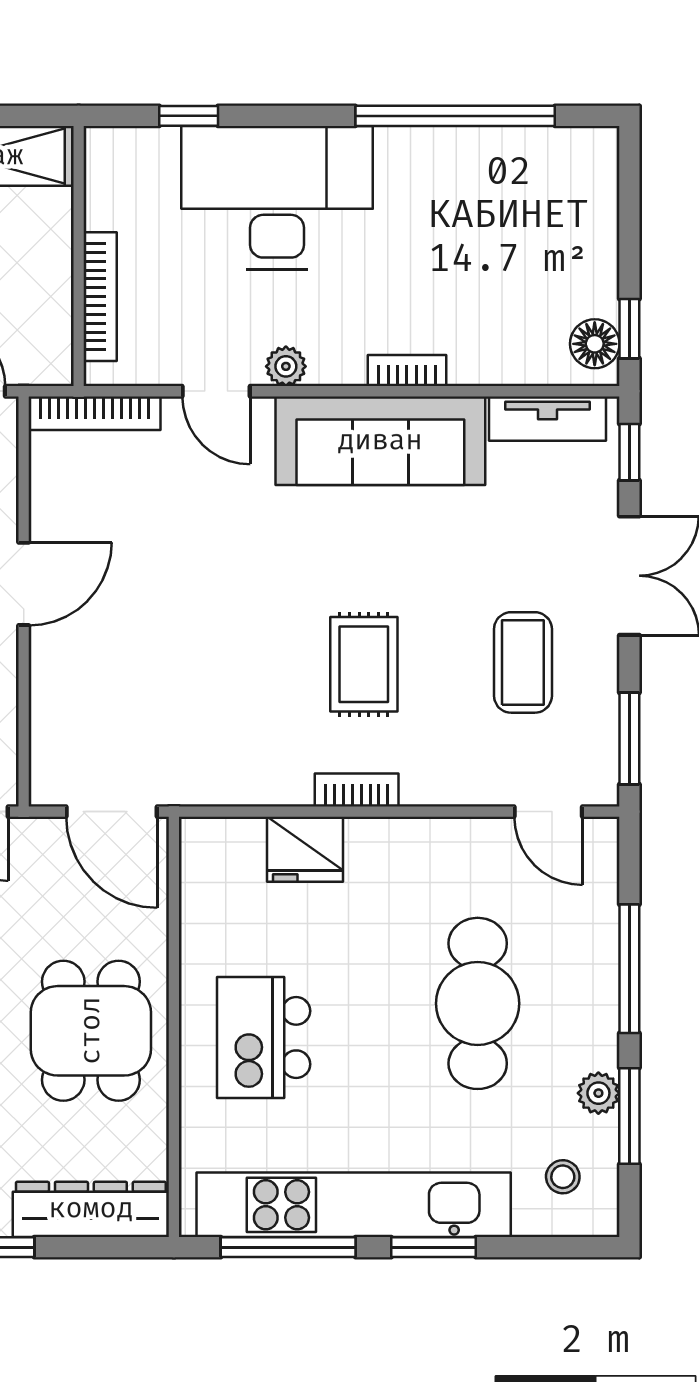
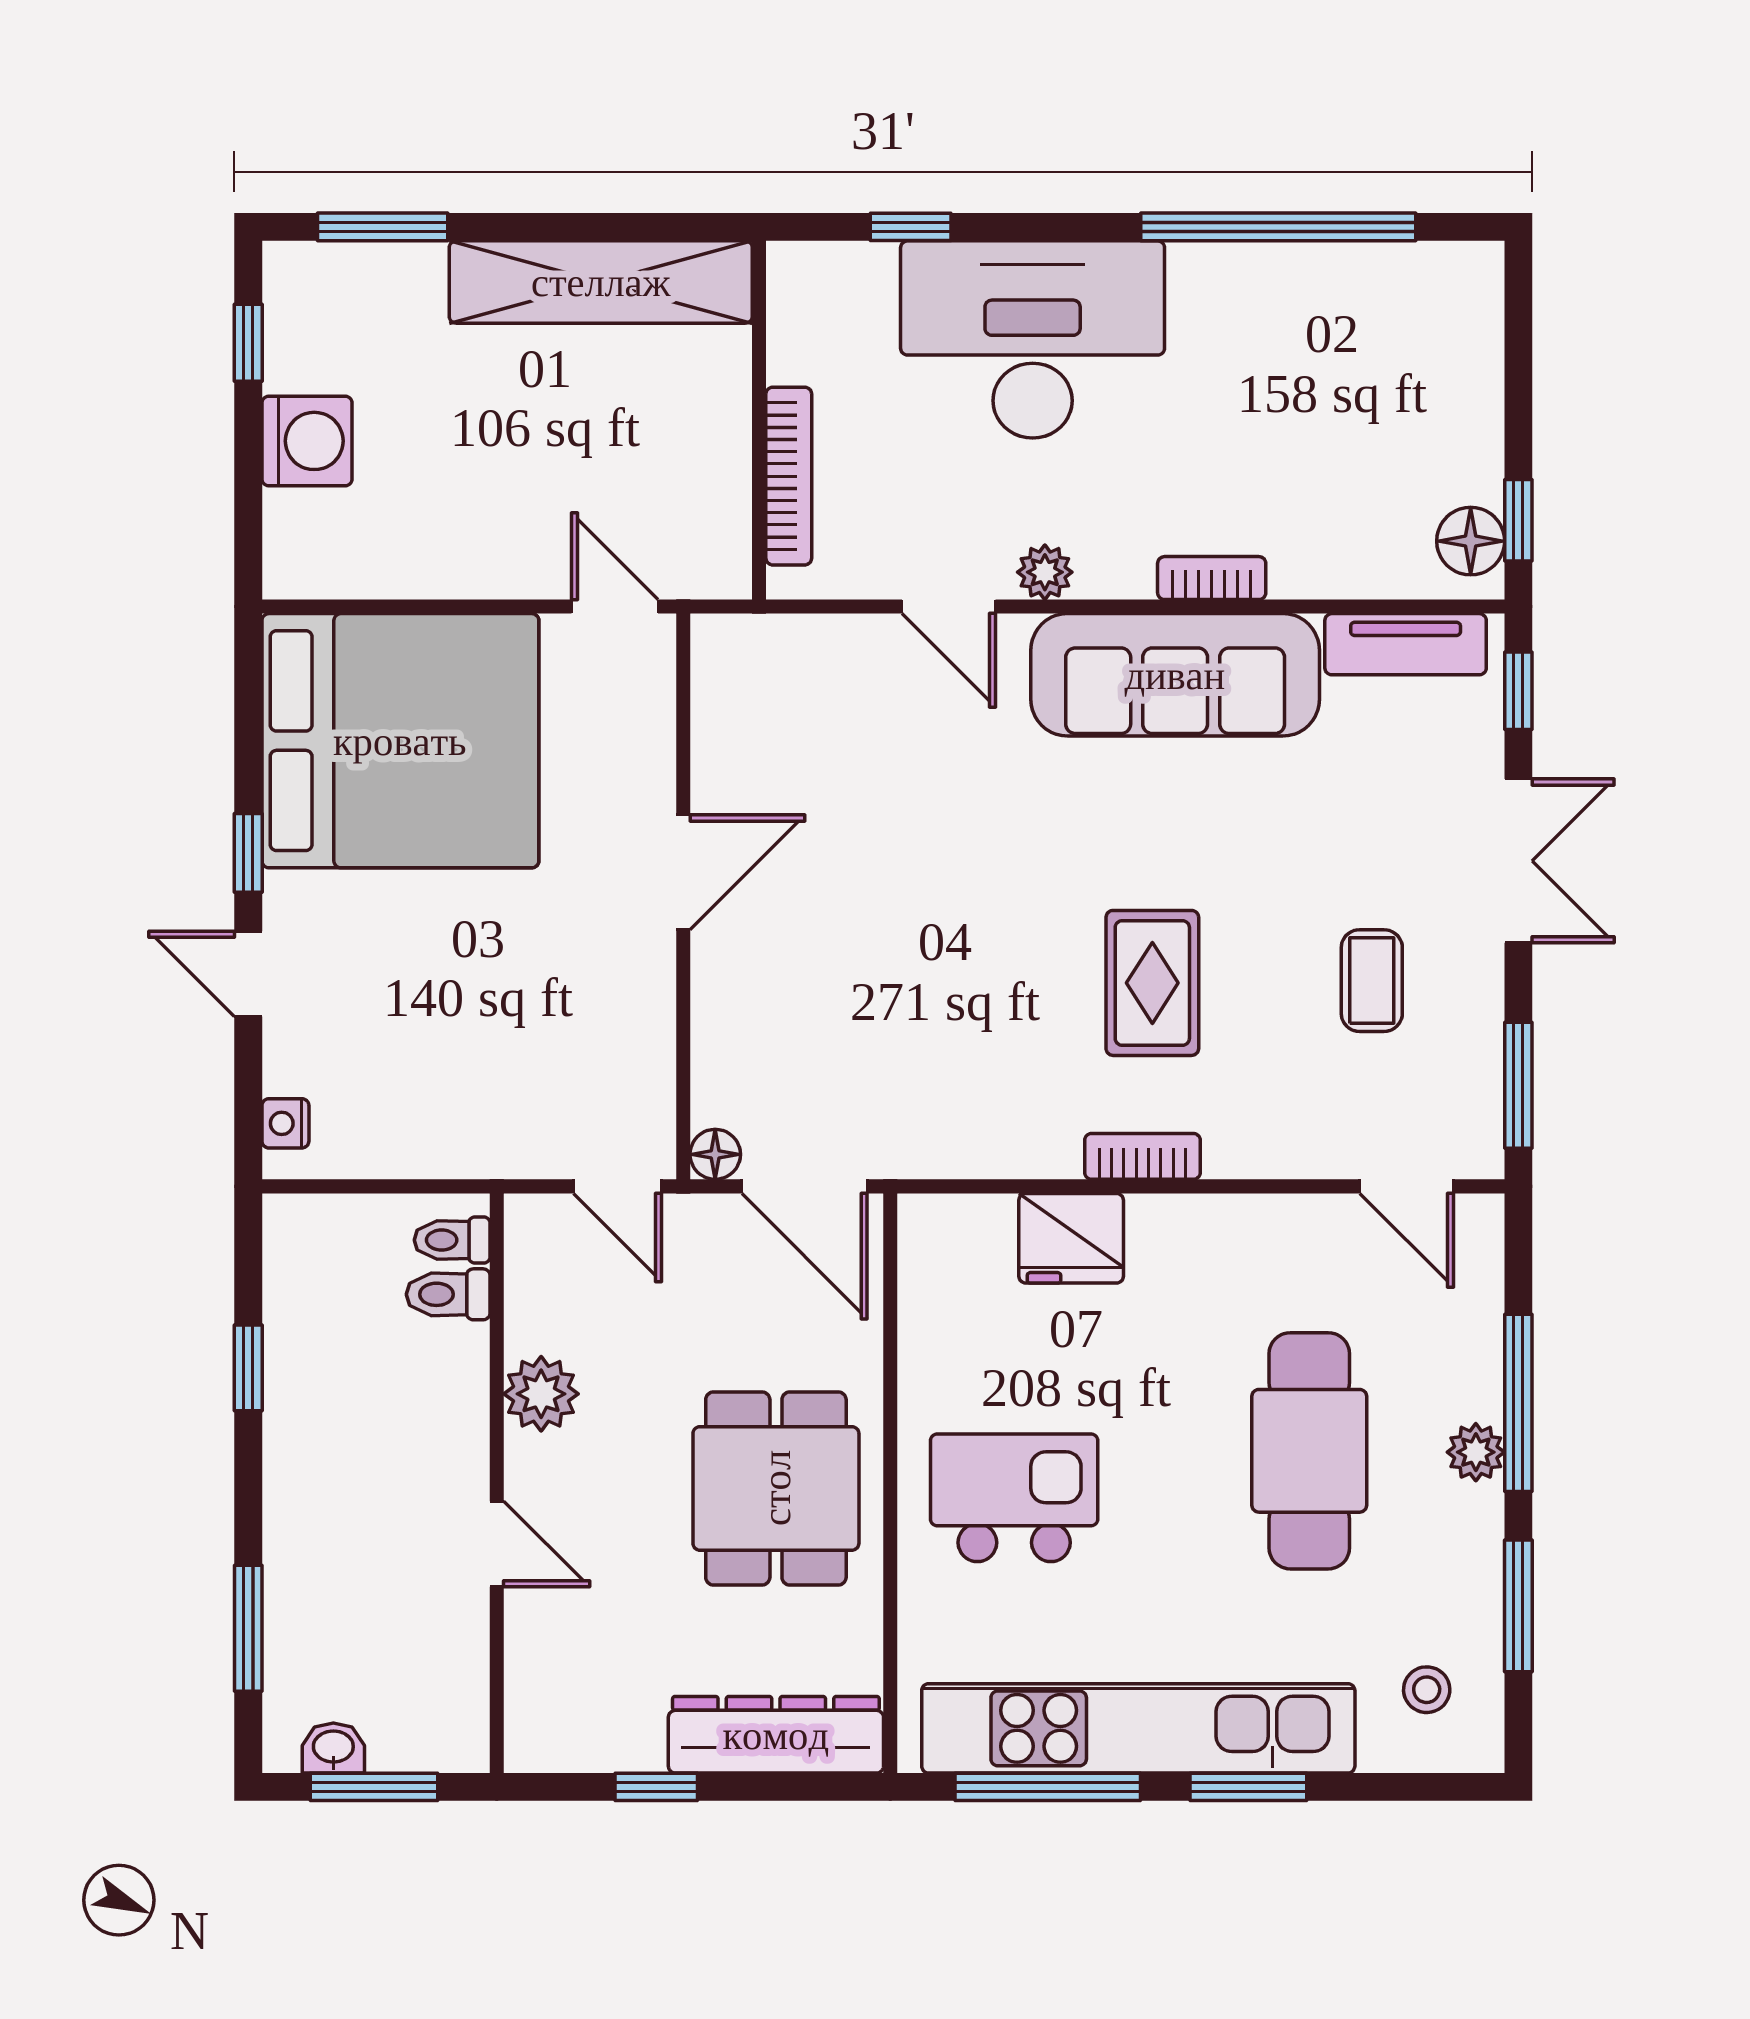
bookcase: (95, 413) -> (781, 637), removed
coffee table: (523, 662) -> (1372, 981), width x0.73, depth x0.77
floor lamp: (47, 788) -> (715, 1154), added
kitchen island: (264, 1038) -> (1014, 1498), turned 90
plant: (598, 1093) -> (1476, 1452), moved

